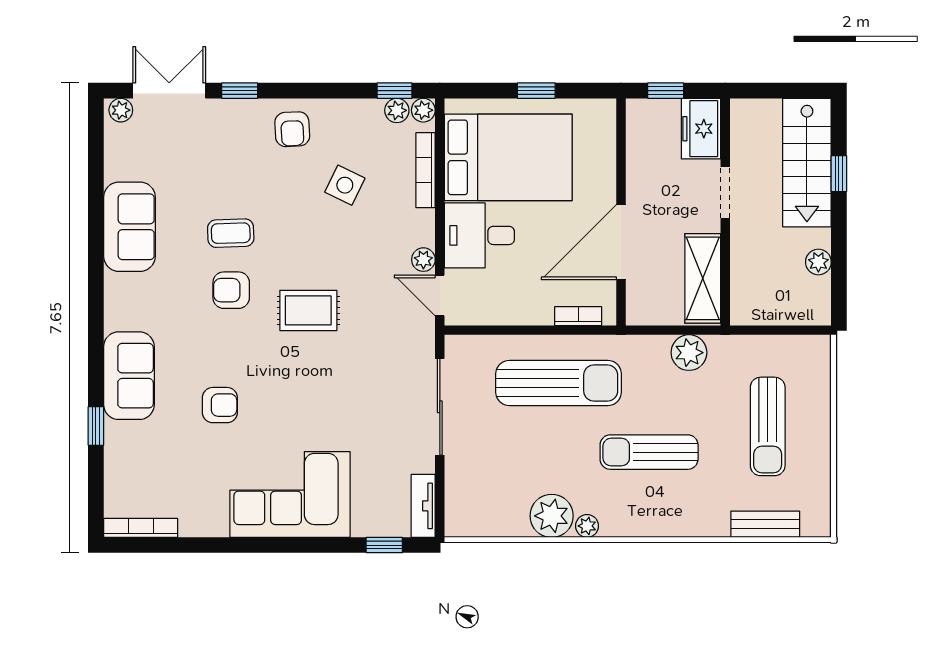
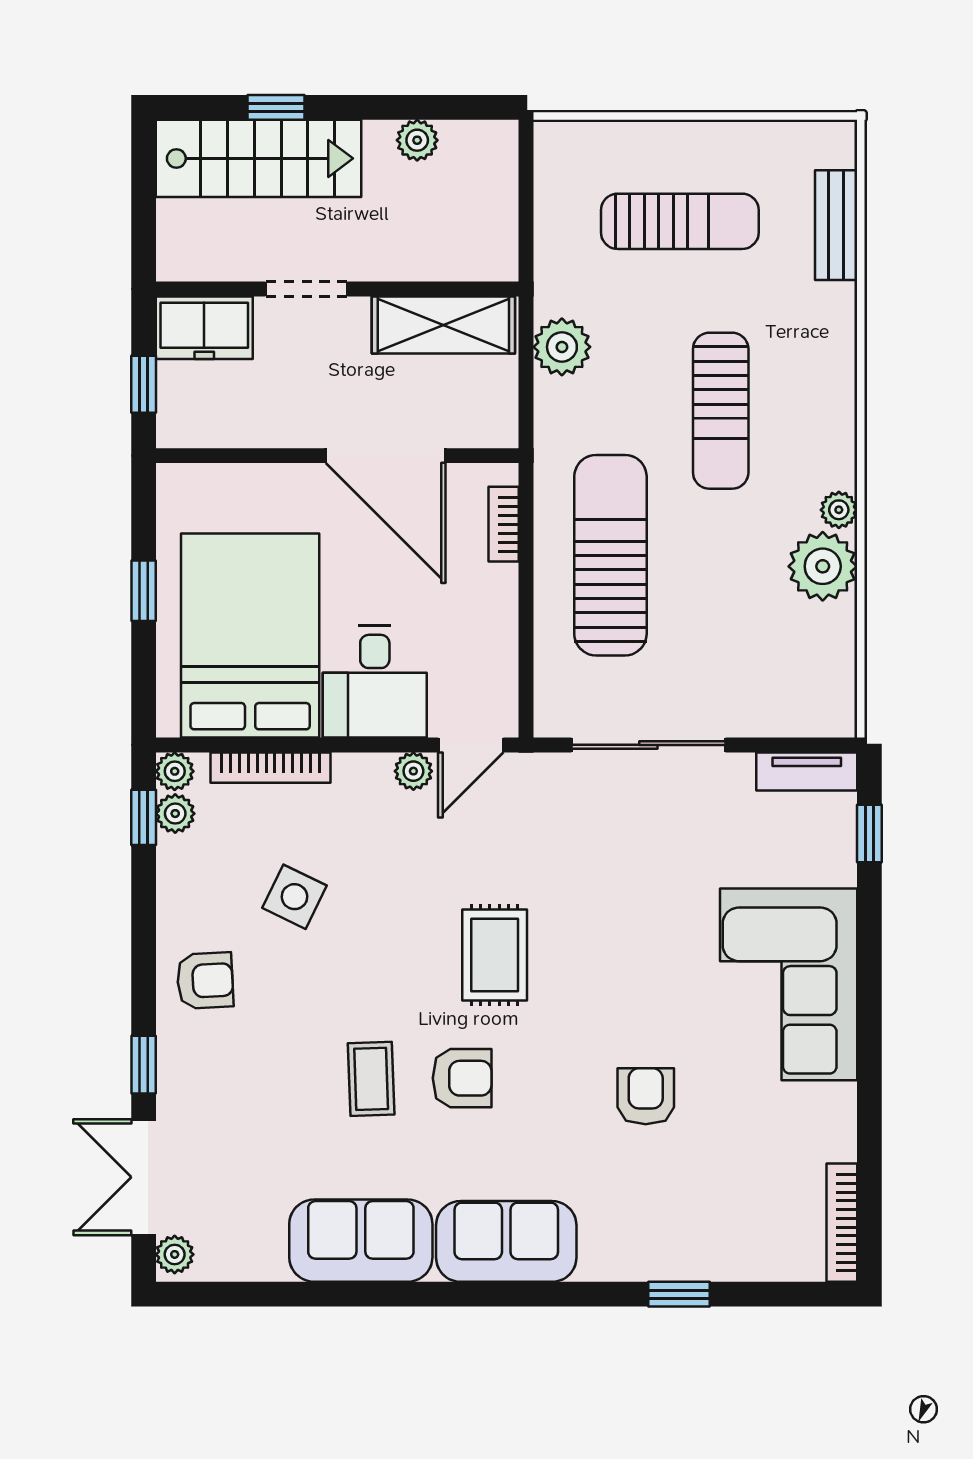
armchair: (231, 290) -> (462, 1078), turned -90
sofa: (129, 376) -> (506, 1241), moved

